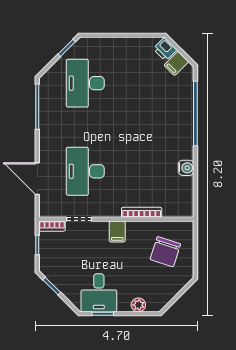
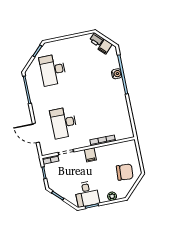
water cooler: (186, 168) -> (117, 74), moved
chair: (165, 252) -> (125, 172), moved, turned -104

